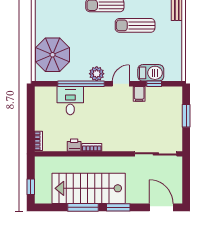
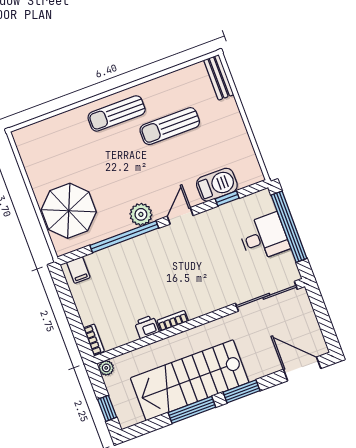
filing cabinet: (139, 94) -> (78, 270), moved
desk: (70, 101) -> (264, 237), moved, turned 90
window: (186, 116) -> (289, 227), width x2.11
plant: (39, 161) -> (106, 368), added

